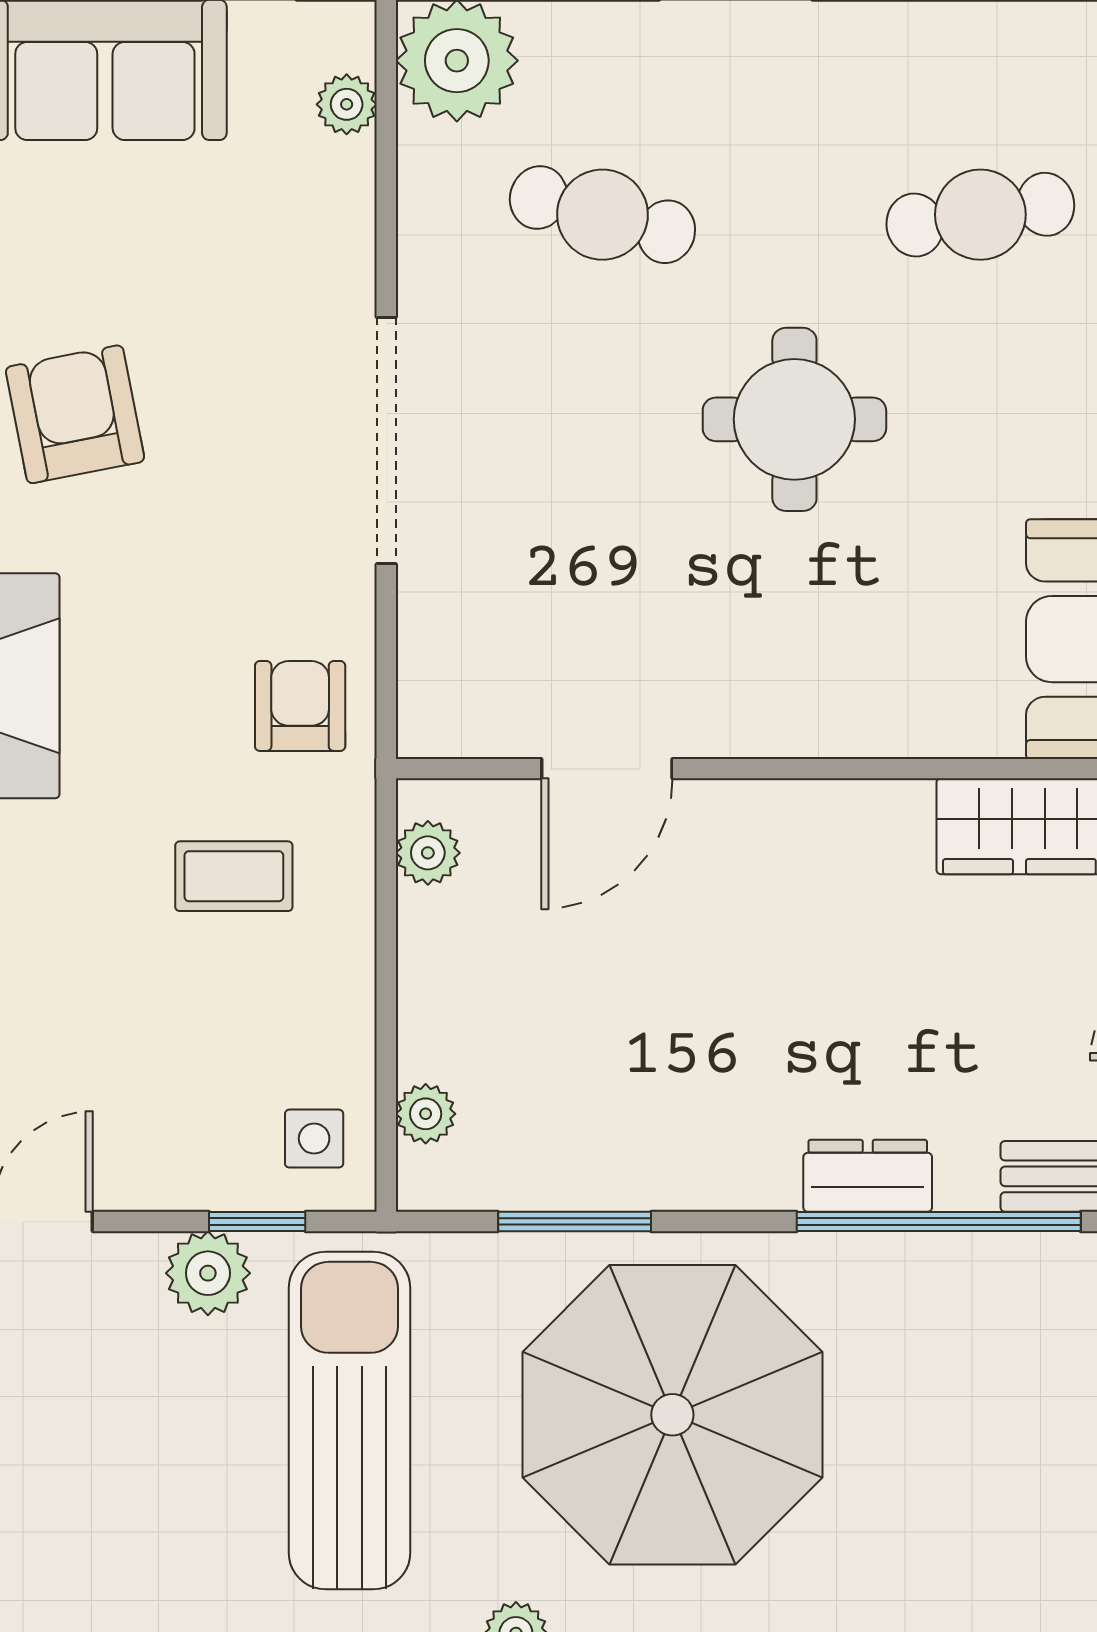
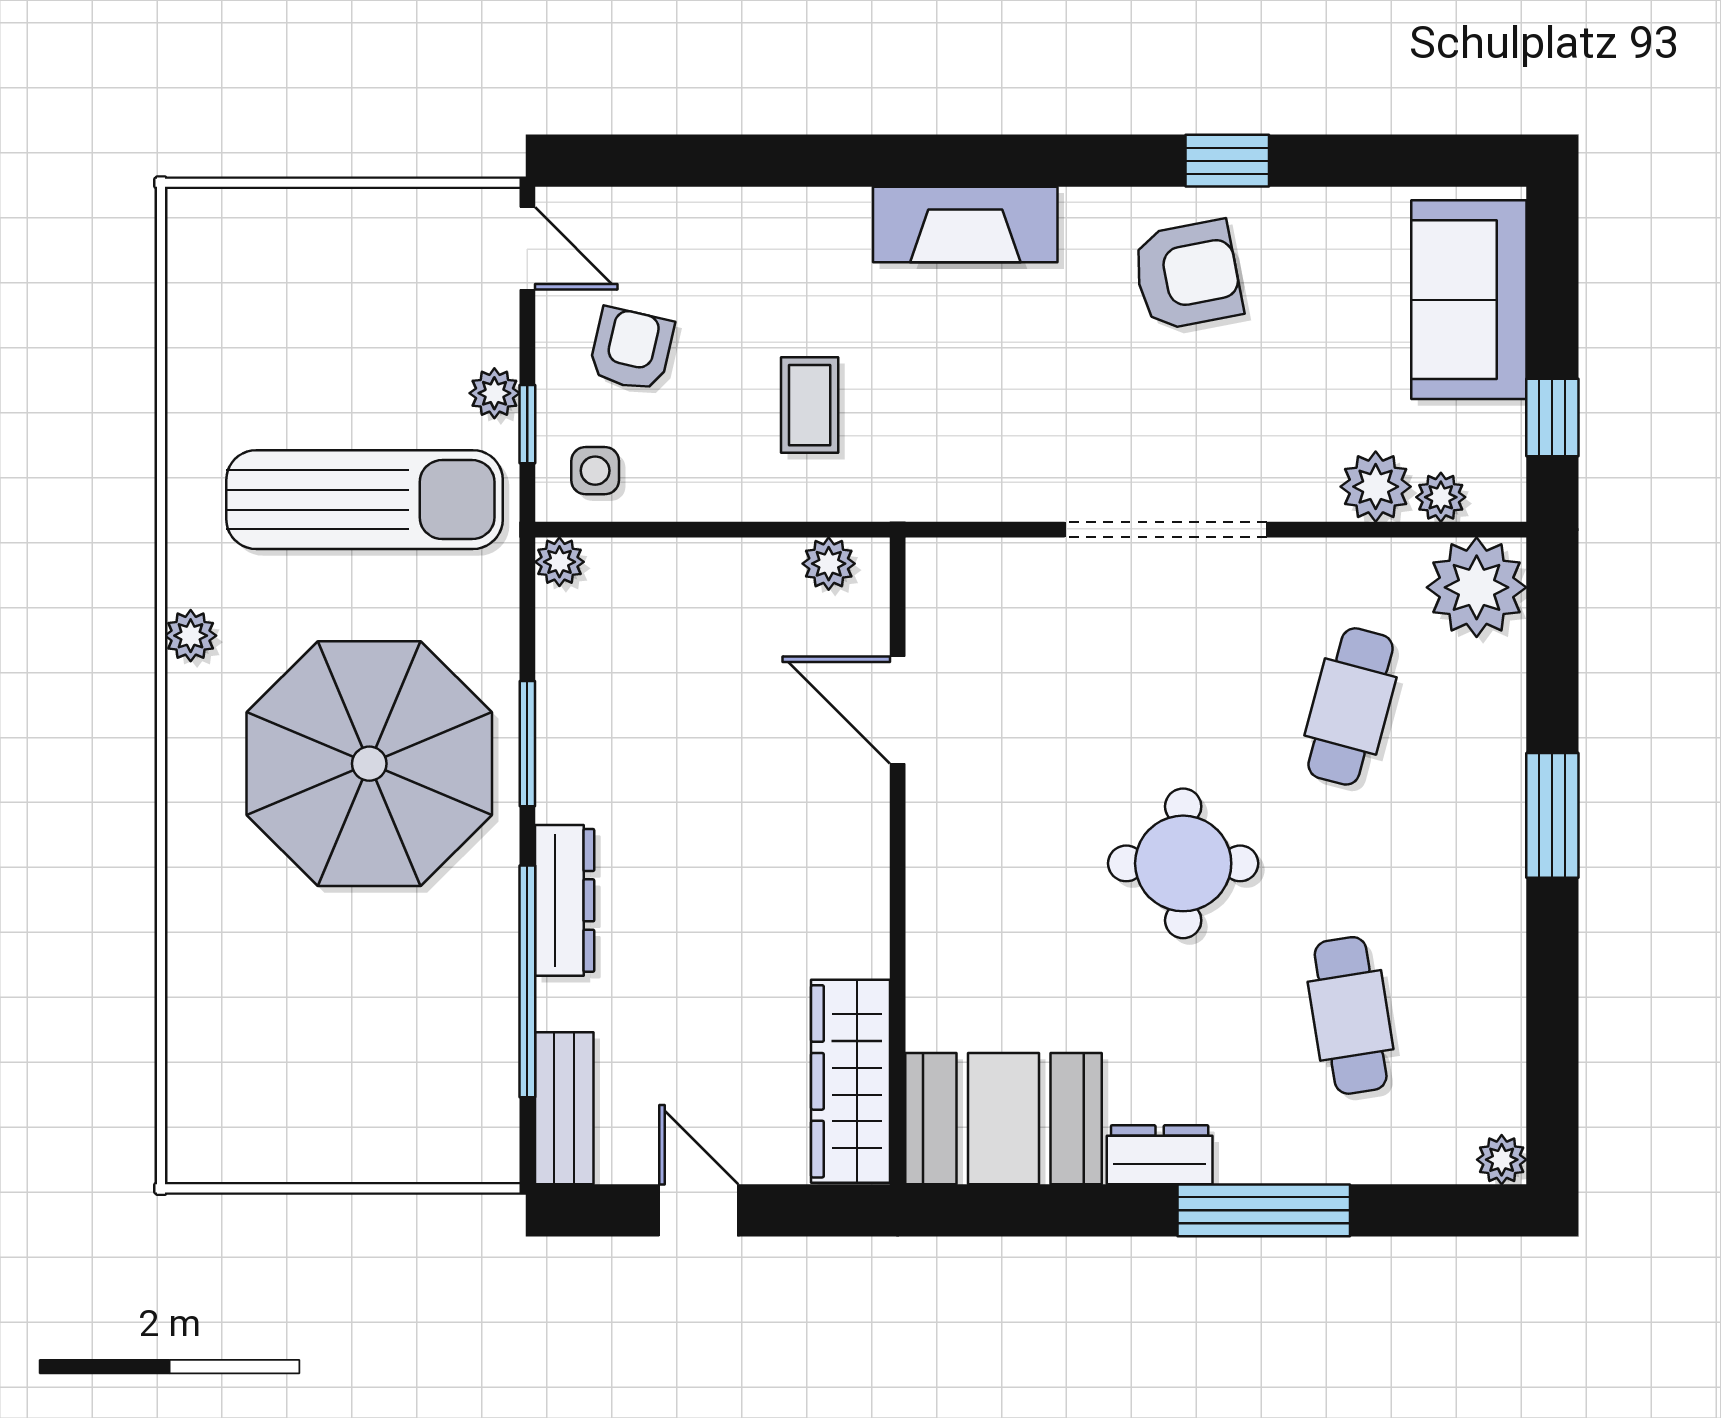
plant: (334, 184) -> (1376, 487), added
armchair: (300, 706) -> (631, 349), moved, turned -77
plant: (426, 1114) -> (559, 562), moved
dresser: (868, 1176) -> (565, 900), width x1.44
window: (575, 1221) -> (527, 744), moved
plant: (208, 1273) -> (494, 393), width x0.73, depth x0.73

